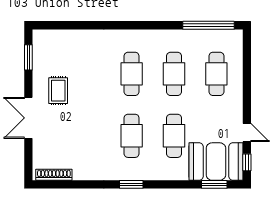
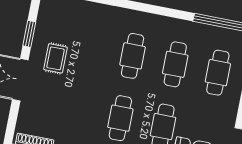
window: (28, 57) -> (29, 34), moved

